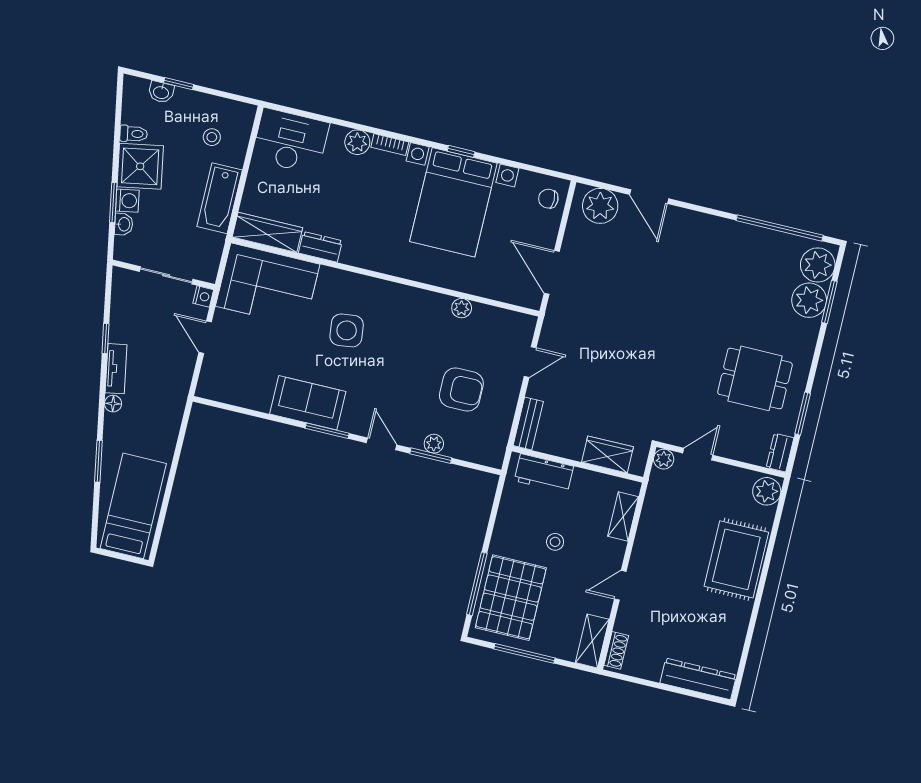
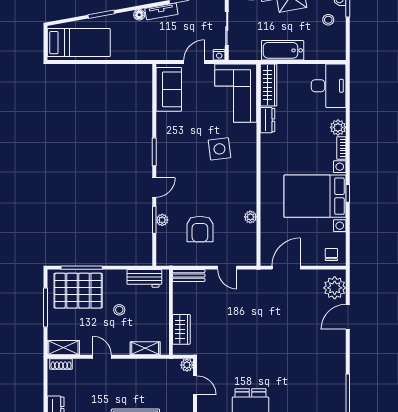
stool: (212, 137) -> (328, 20), moved
sofa: (308, 403) -> (169, 89), moved
workbench: (544, 473) -> (144, 278), moved, turned -90

